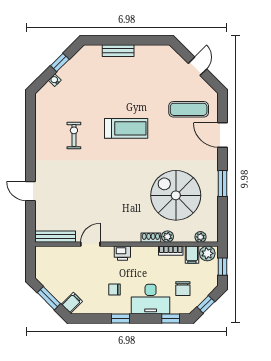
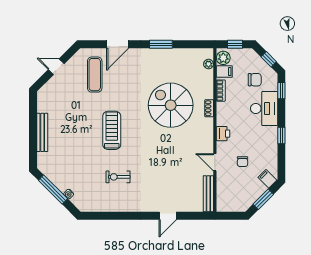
bench: (118, 51) -> (42, 132), width x1.36
window: (60, 62) -> (53, 190), width x2.17
spiral stairs: (176, 195) -> (171, 105), moved, turned 90
plant: (167, 237) -> (208, 93), removed
chair: (114, 289) -> (243, 162), moved

